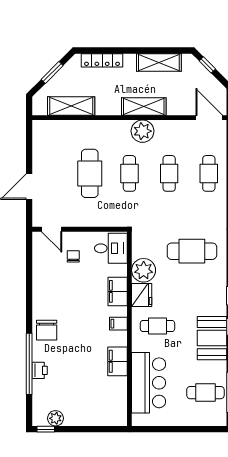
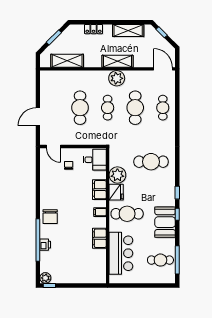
locker: (102, 60) -> (94, 29), width x0.66
cafe table: (169, 173) -> (135, 108), width x1.37, depth x1.35
cafe table: (157, 326) -> (127, 214), width x1.37, depth x1.35
plant: (56, 418) -> (45, 278), moved

